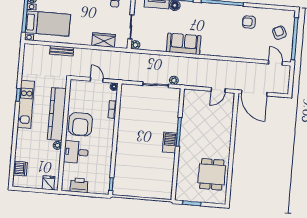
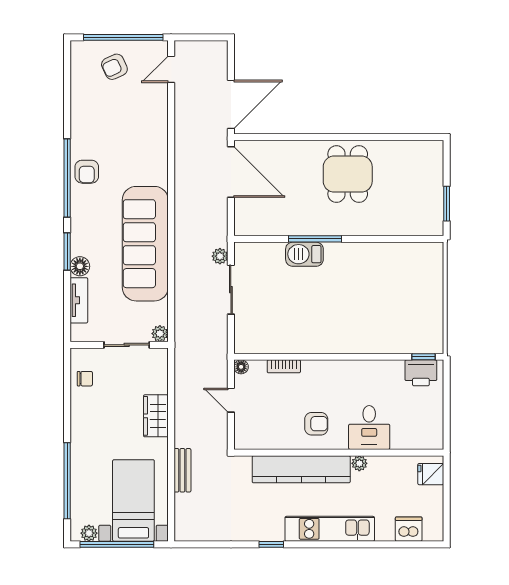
armchair: (249, 22) -> (87, 172), moved
wardrobe: (104, 40) -> (156, 416), moved
sofa: (184, 44) -> (145, 244), width x1.85, depth x1.27
door: (97, 80) -> (231, 400), hinge flipped
door: (218, 90) -> (231, 172), width x1.87
kitchen unit: (26, 104) -> (330, 529), moved
armchair: (80, 124) -> (316, 424), width x0.53, depth x0.53
barbecue: (170, 142) -> (304, 254), moved
dining table: (212, 174) -> (348, 174), moved, turned 90
printer: (79, 185) -> (421, 373), moved, turned -90

